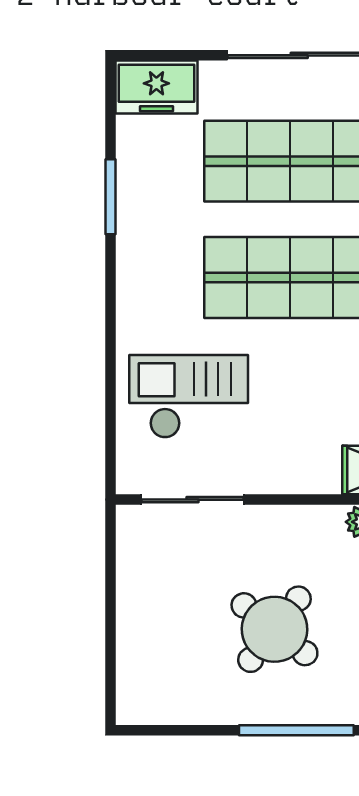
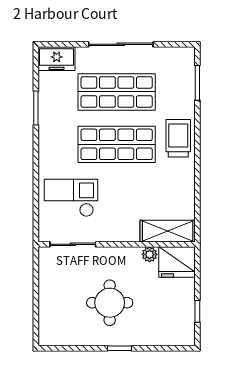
round table: (274, 629) -> (110, 303), turned -38
window: (296, 730) -> (120, 348), width x0.46

